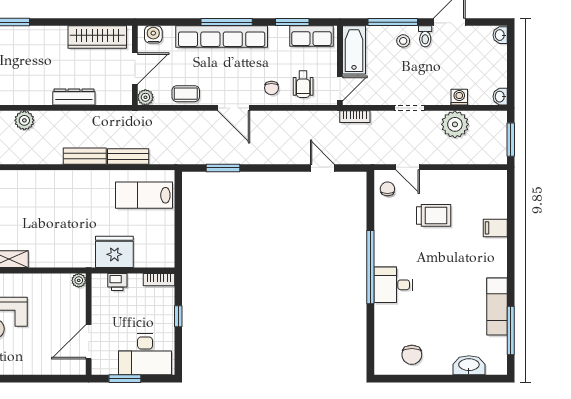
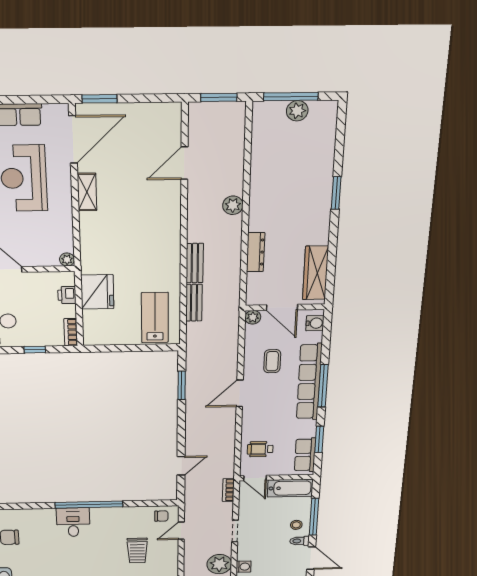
chair: (271, 88) -> (258, 424), removed
coffee table: (186, 94) -> (272, 361), moved

